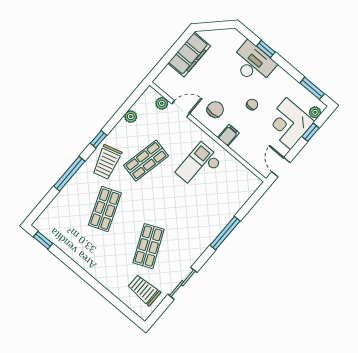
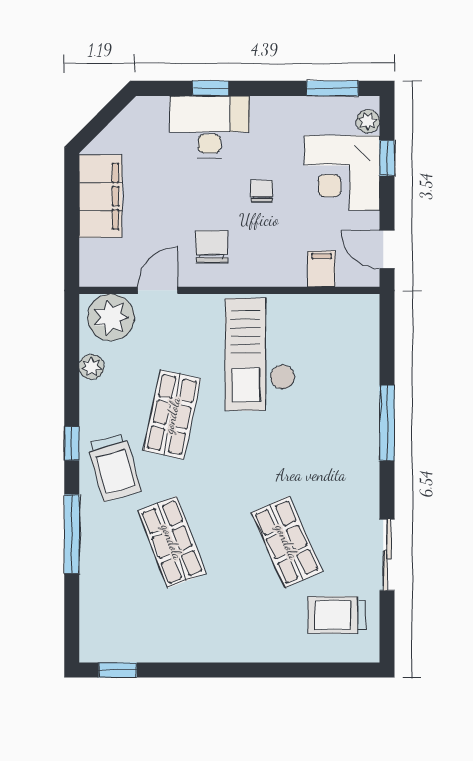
plant: (162, 103) -> (111, 317), width x1.87, depth x1.87
filing cabinet: (228, 135) -> (321, 269), moved
checkout: (199, 166) -> (260, 355), width x1.36, depth x1.21

